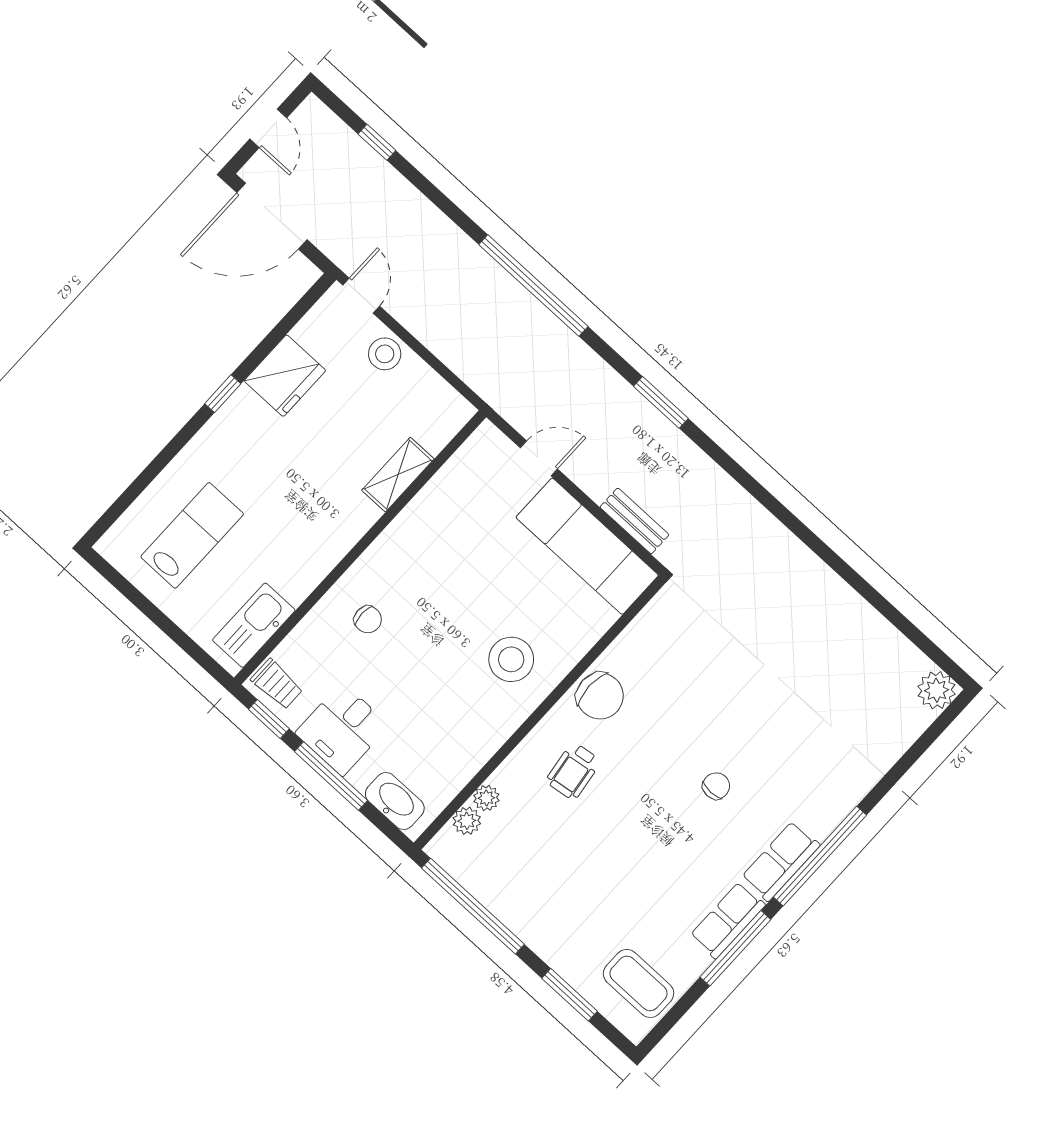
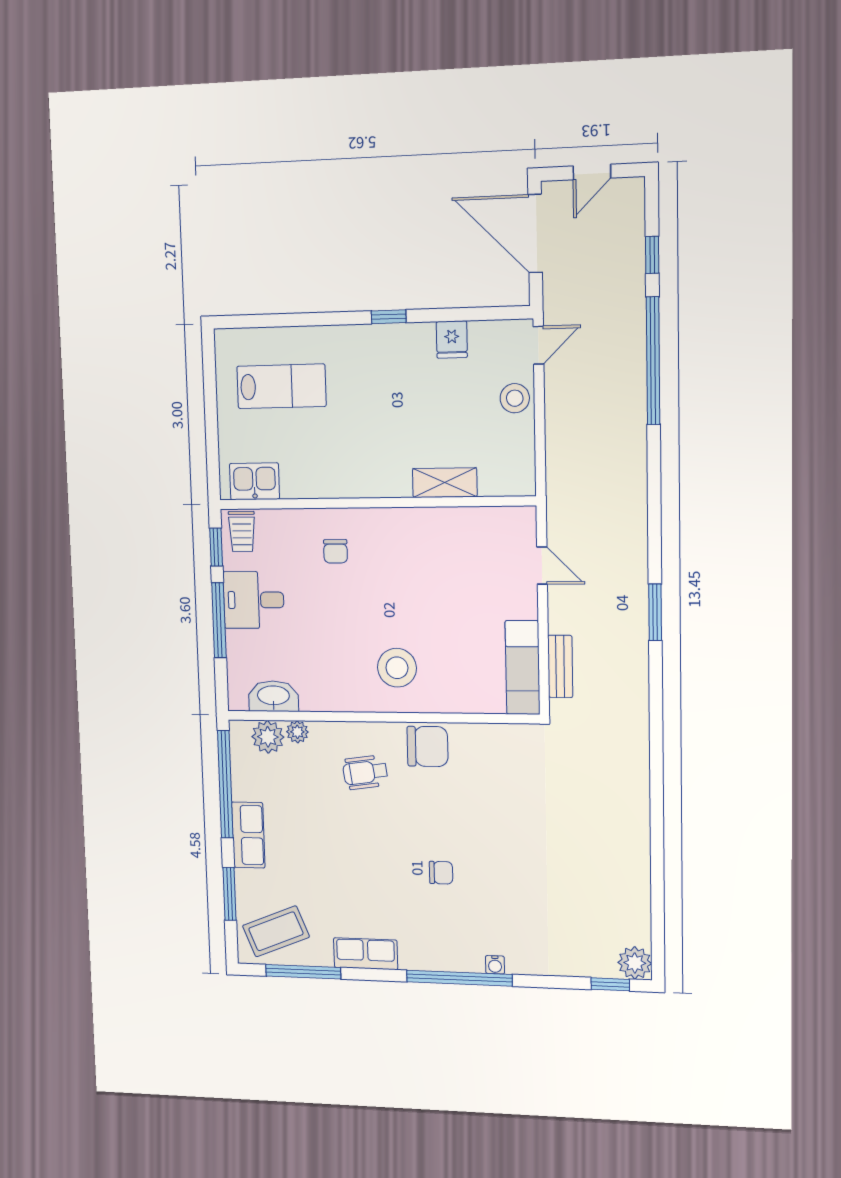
window: (533, 286) -> (653, 361), moved
fridge: (285, 376) -> (452, 339), width x0.53, depth x0.75
exam couch: (587, 546) -> (523, 668), width x0.73, depth x0.69
kitchen sink: (254, 625) -> (255, 481), width x0.73
chair: (600, 696) -> (428, 746), turned -90
window: (937, 728) -> (610, 984), added
washbasin: (395, 801) -> (273, 696), moved, turned -90
water cooler: (835, 813) -> (495, 965), added
plant: (467, 821) -> (268, 737), width x1.38, depth x1.38
row of seats: (781, 861) -> (248, 835), moved, turned 90
window: (735, 948) -> (303, 972), moved
coffee table: (639, 983) -> (276, 931), turned 68

